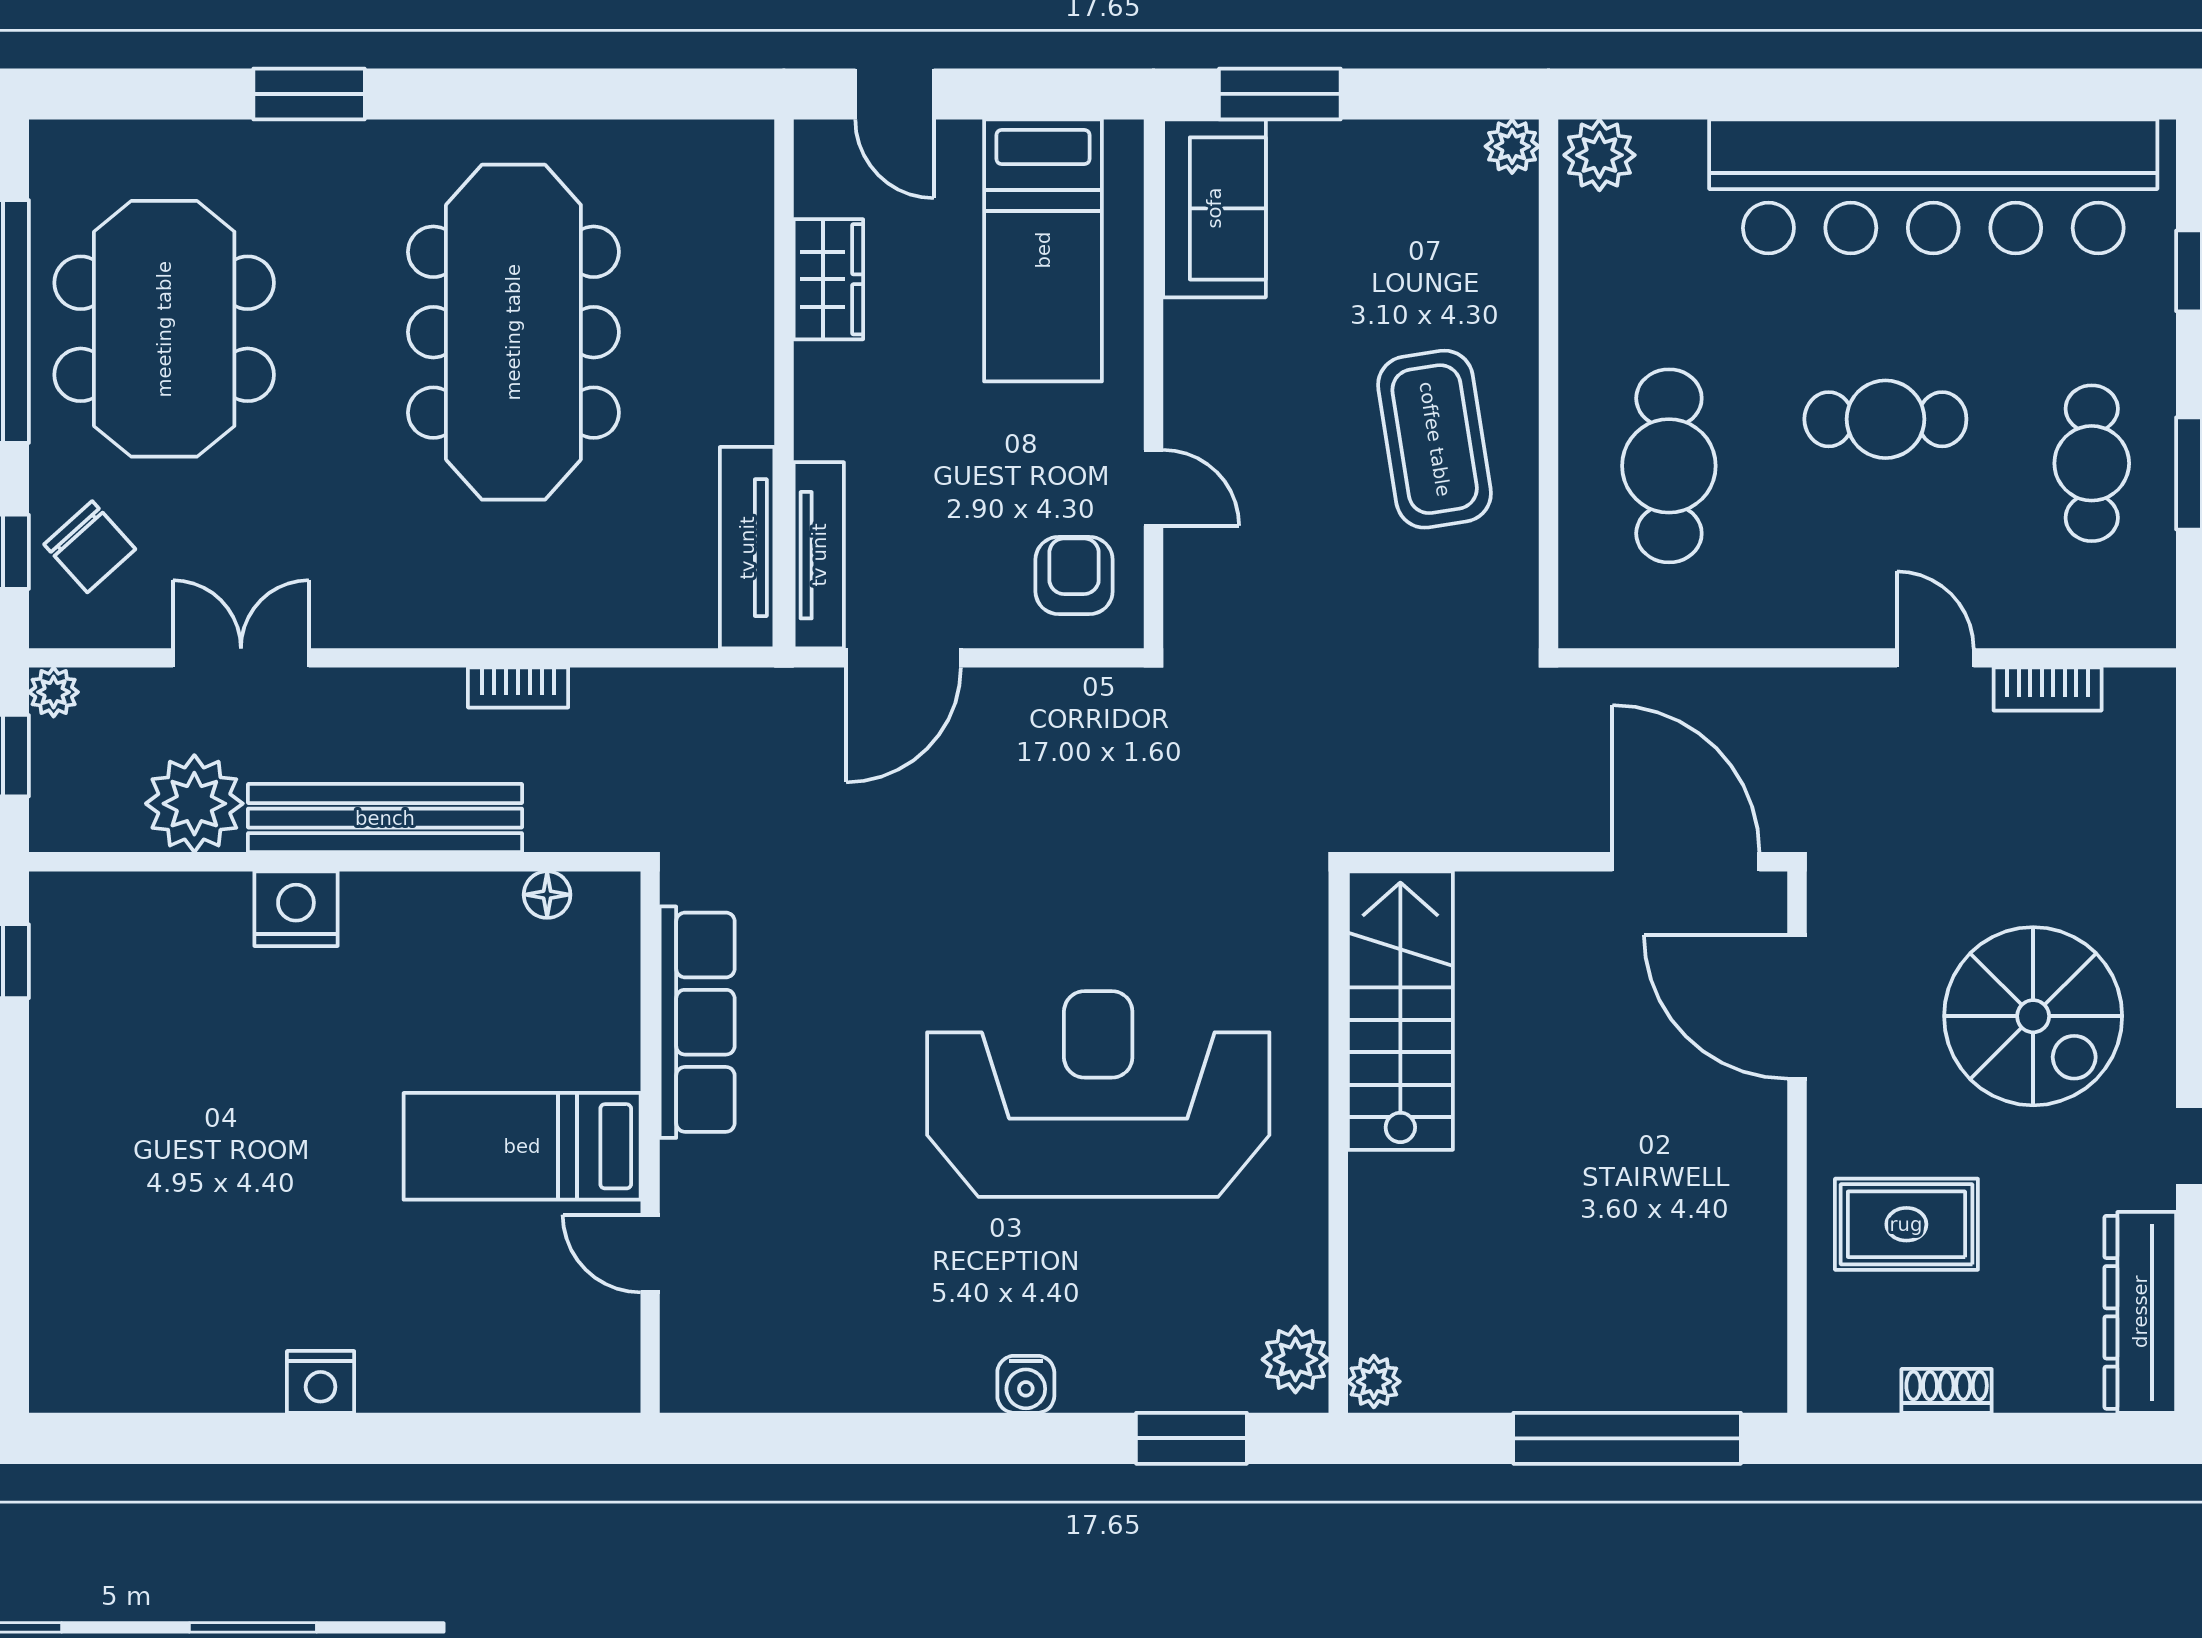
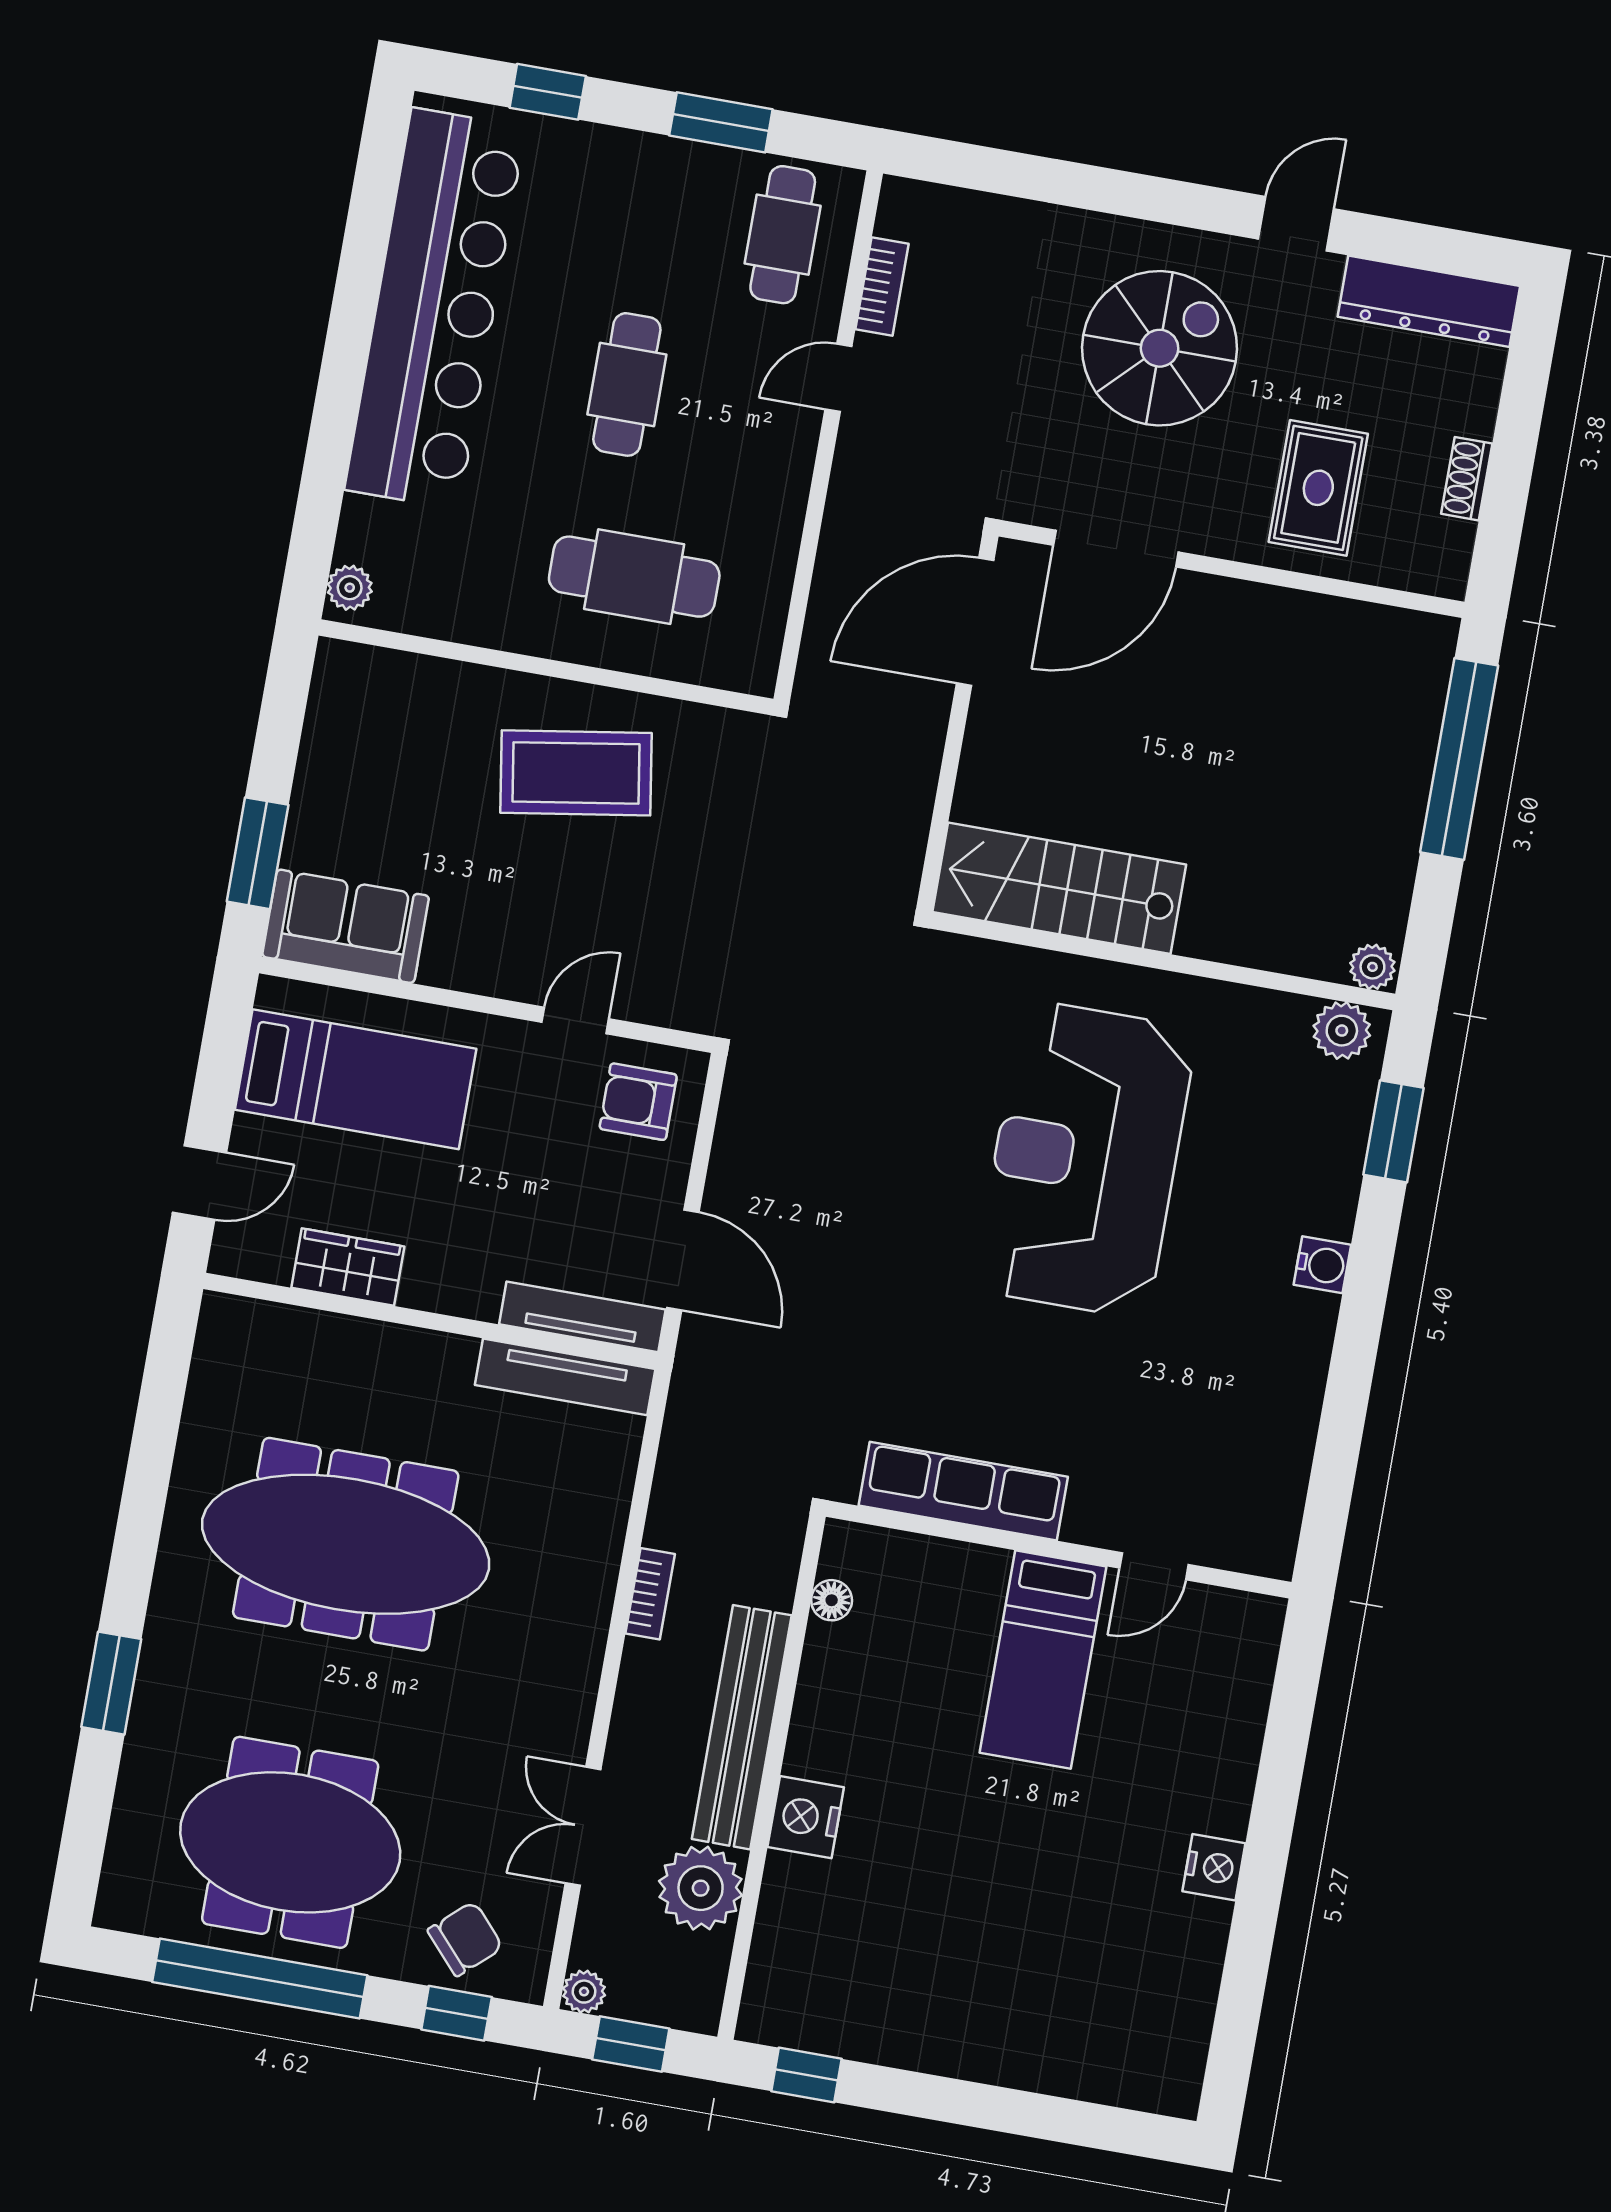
plant: (1512, 146) -> (337, 662), removed
plant: (1599, 155) -> (350, 588), width x0.73, depth x0.73
cafe table: (2092, 463) -> (783, 235), moved, turned 90

